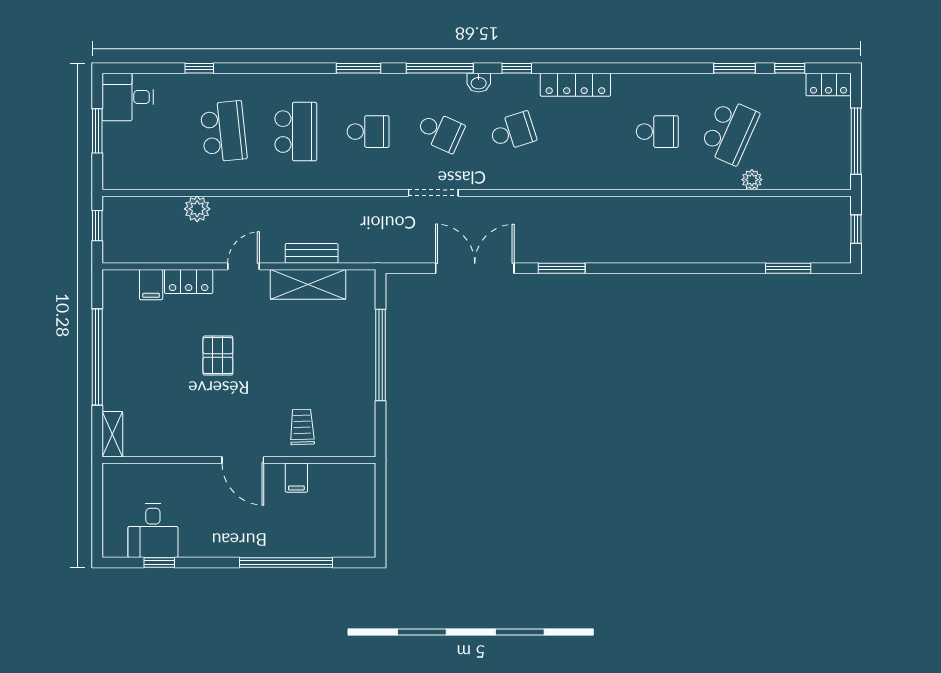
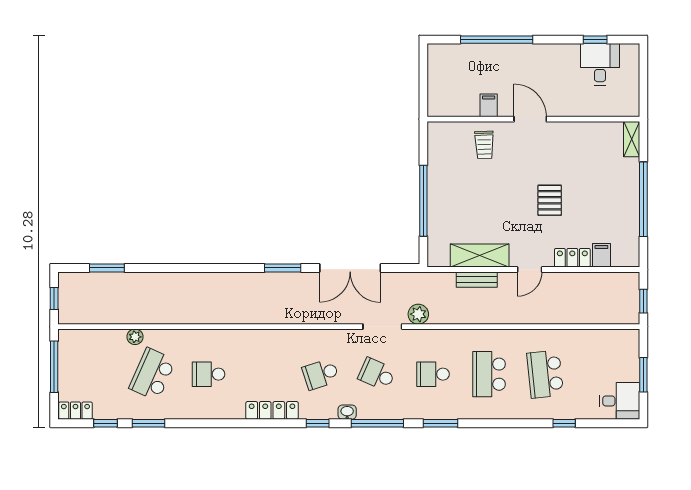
plant: (197, 209) -> (418, 314), moved

